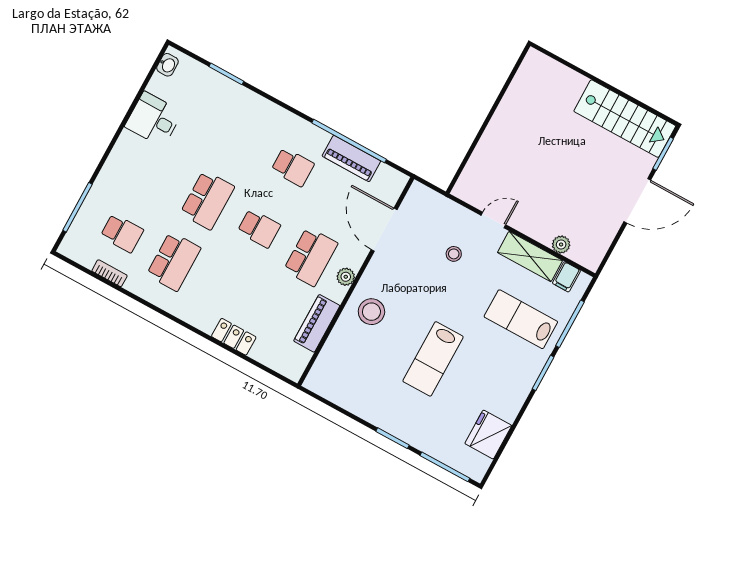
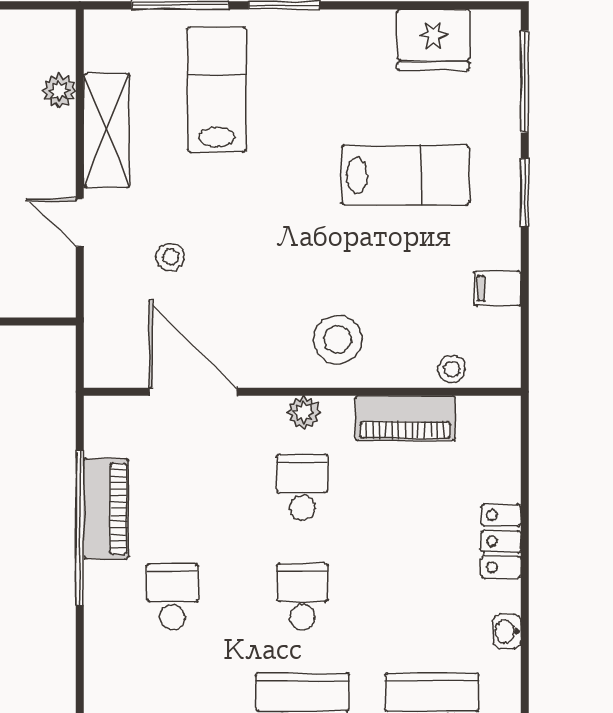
door: (384, 230) -> (193, 392), swing flipped
school desk: (311, 257) -> (302, 487), width x0.54
filing cabinet: (566, 277) -> (497, 288), moved, turned 180
washbasin: (190, 316) -> (507, 631), added
lab bench: (521, 319) -> (217, 89), turned 180
stool: (328, 358) -> (452, 369), added
lab bench: (433, 359) -> (406, 175), moved

